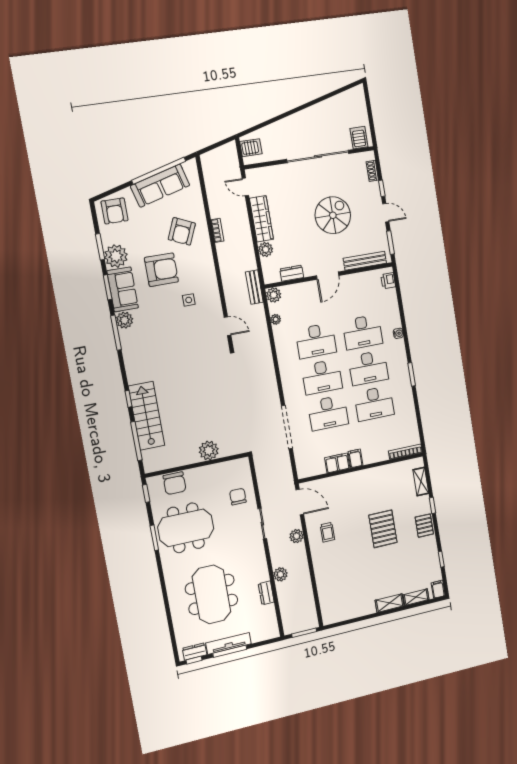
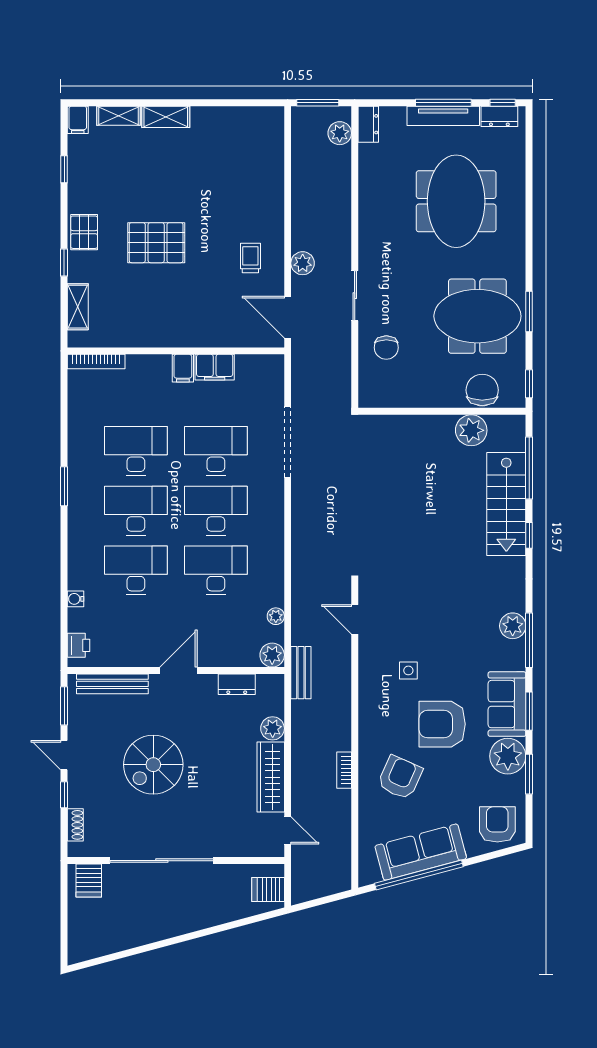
plant: (125, 320) -> (513, 626), moved
water cooler: (398, 333) -> (75, 599), moved
plant: (209, 450) -> (471, 430), moved
pallet: (383, 529) -> (156, 243), turned 90
plant: (280, 574) -> (340, 133), moved
dresser: (266, 593) -> (368, 124), moved

